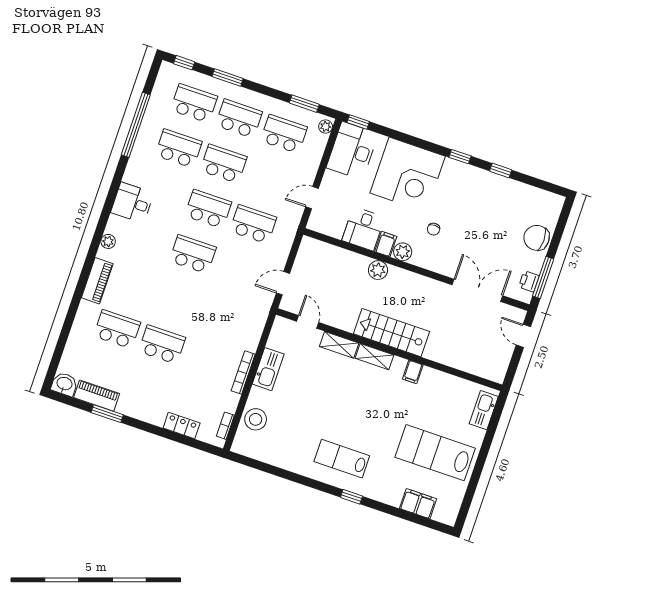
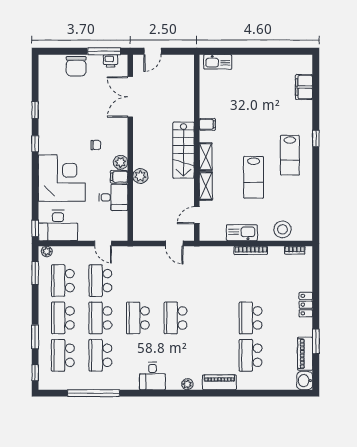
school desk: (253, 224) -> (100, 281), moved
locker: (182, 426) -> (306, 305), moved
lab bench: (435, 453) -> (254, 177), moved, width x0.73, depth x0.72

